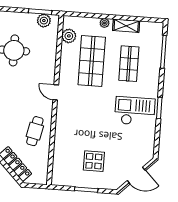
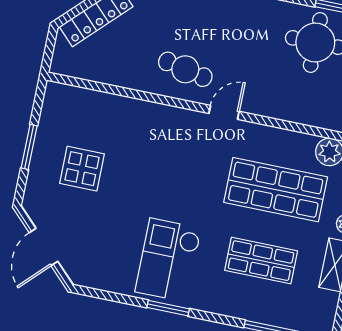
checkout: (135, 111) -> (168, 260), turned 180
cafe table: (35, 131) -> (185, 69), moved

